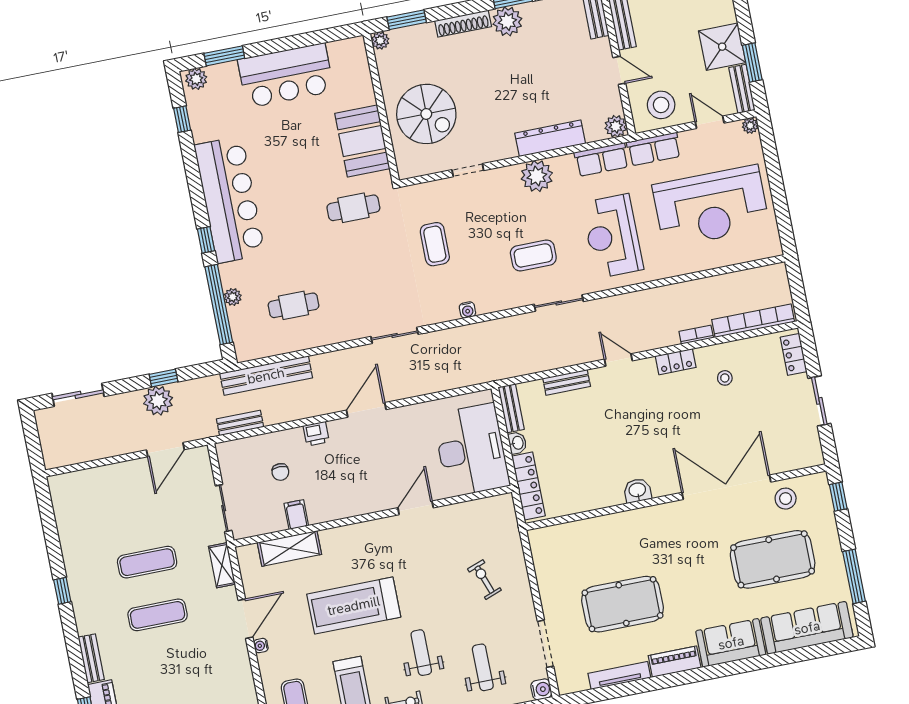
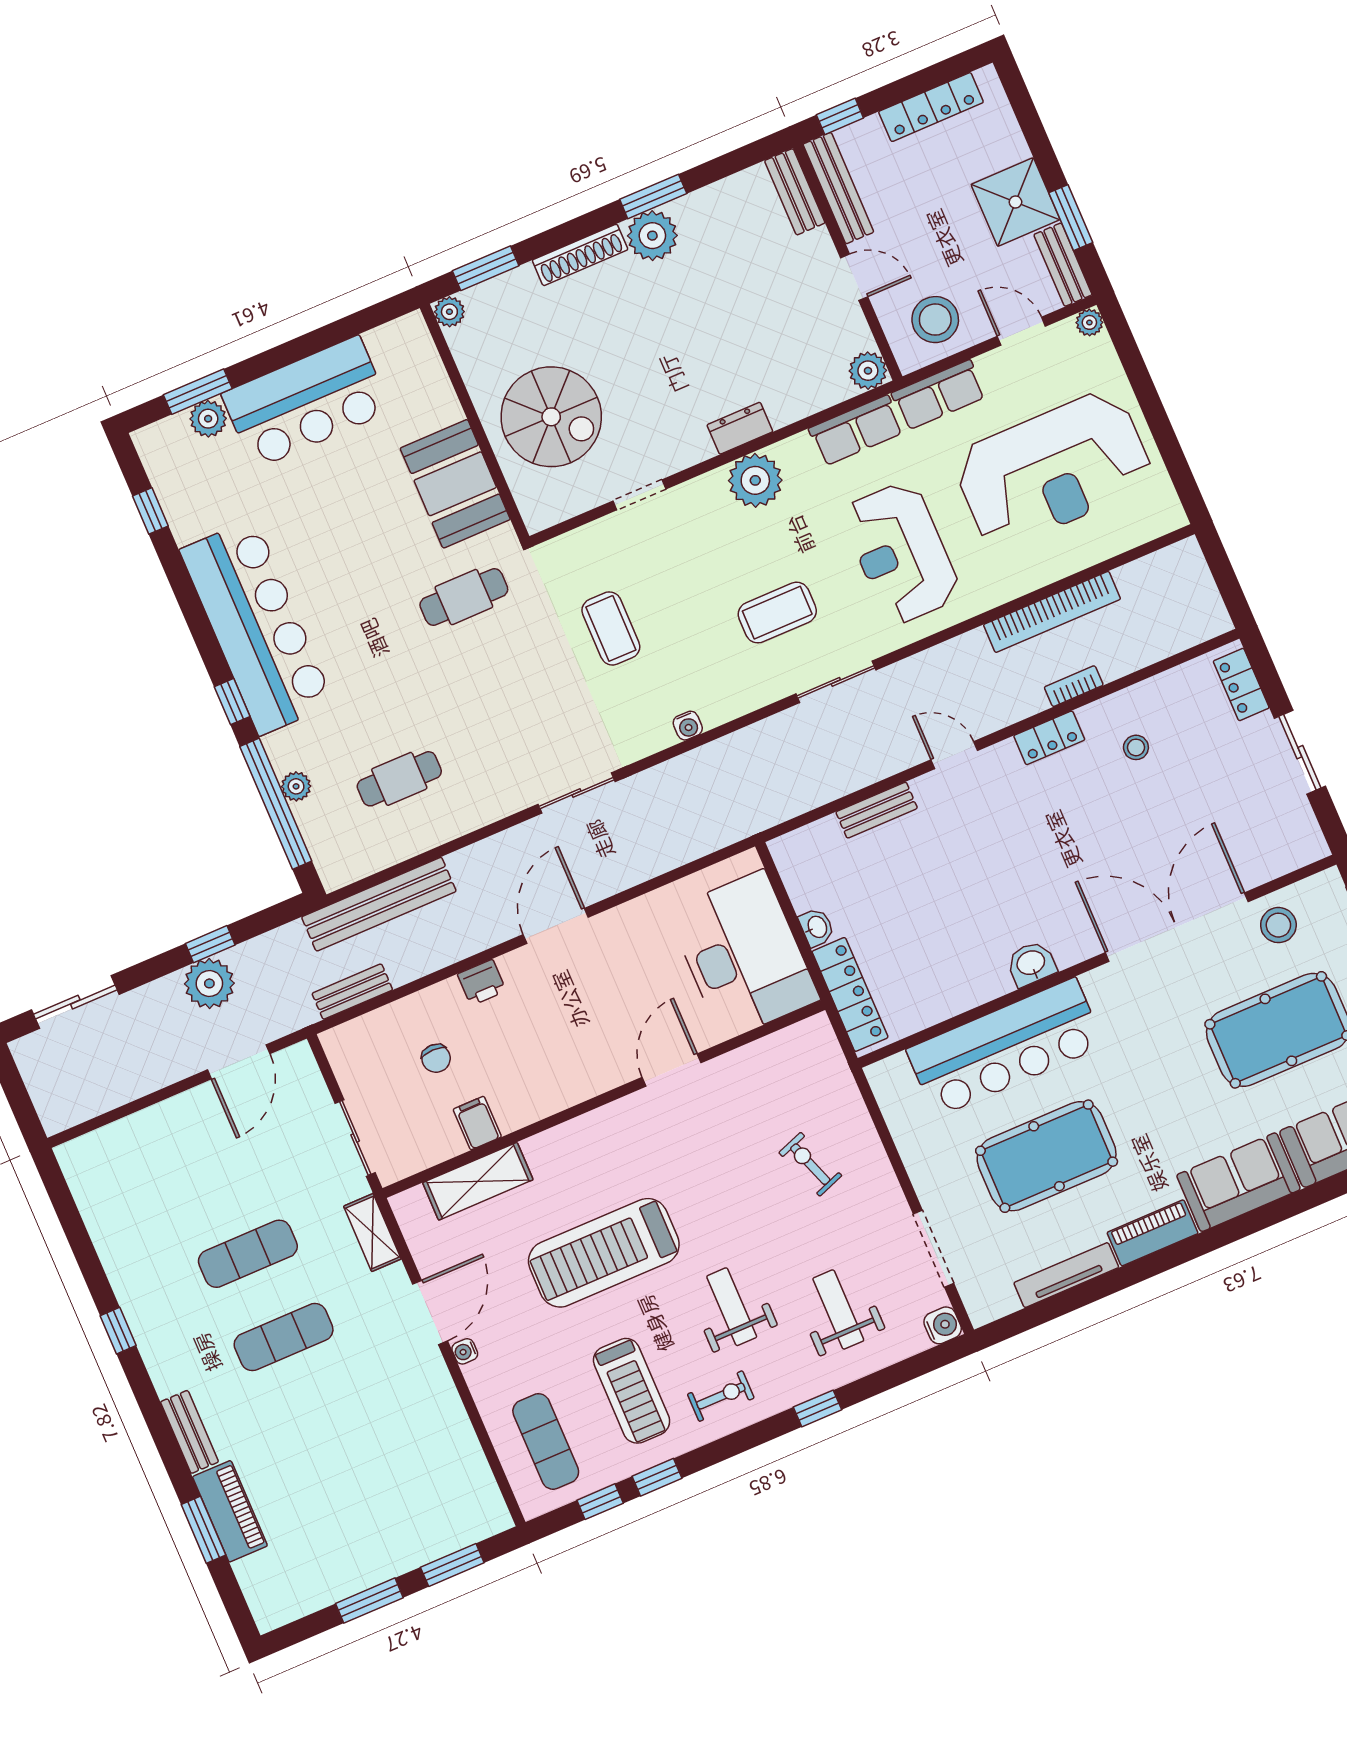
plant: (196, 79) -> (208, 419), moved
dresser: (550, 138) -> (740, 428), width x0.51, depth x0.80
bookcase: (753, 321) -> (1052, 612), moved, turned 180
bench: (511, 408) -> (794, 872), removed
bar counter: (612, 536) -> (1005, 1047), added

